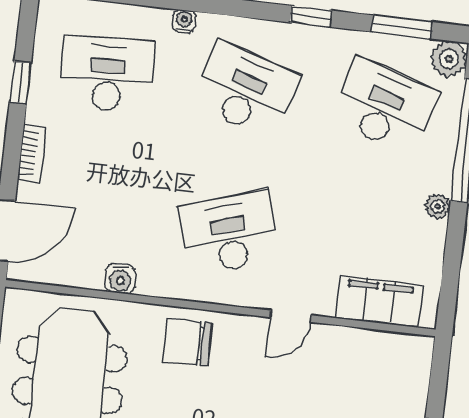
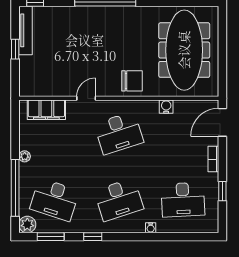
desk: (246, 90) -> (119, 200), turned -36

